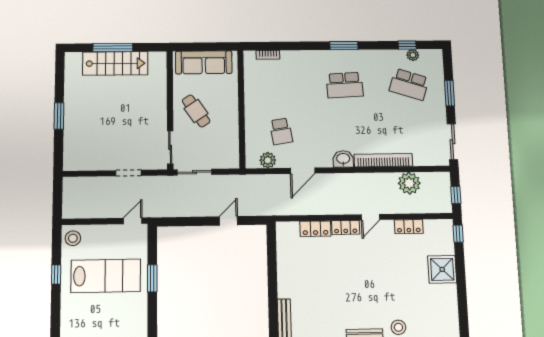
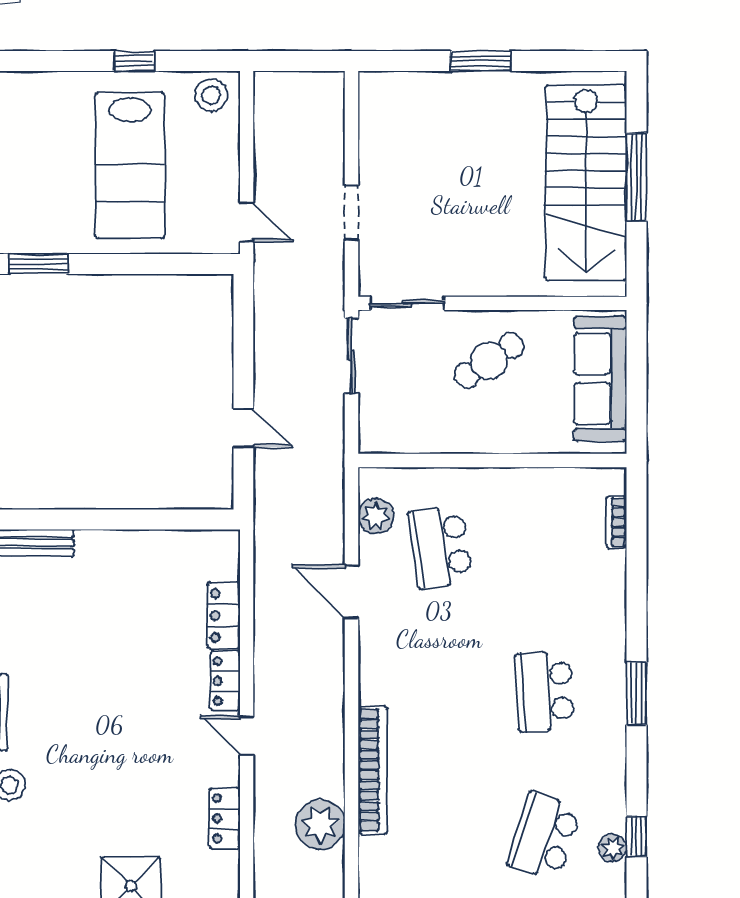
stairs: (115, 63) -> (586, 183), width x1.36, depth x1.51
school desk: (281, 131) -> (440, 547), width x1.85
washbasin: (343, 159) -> (377, 682), removed
window: (152, 278) -> (38, 264), moved

